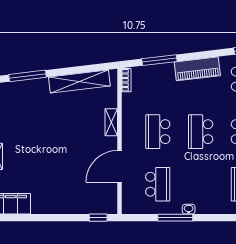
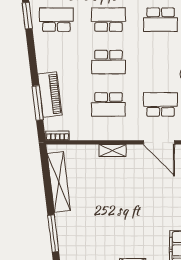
piano: (197, 69) -> (50, 95), moved
shelving: (111, 122) -> (112, 151), moved
door: (119, 166) -> (159, 142), moved

